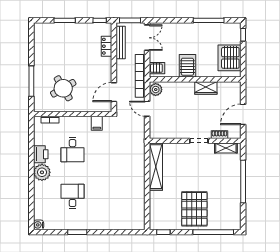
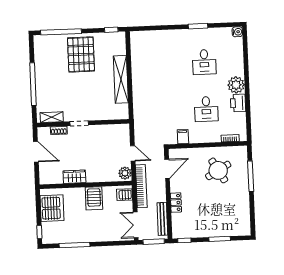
locker: (106, 46) -> (176, 203), moved
door: (243, 114) -> (36, 152), hinge flipped
desk: (73, 150) -> (206, 109), turned 180
shelving: (156, 167) -> (121, 79), moved

